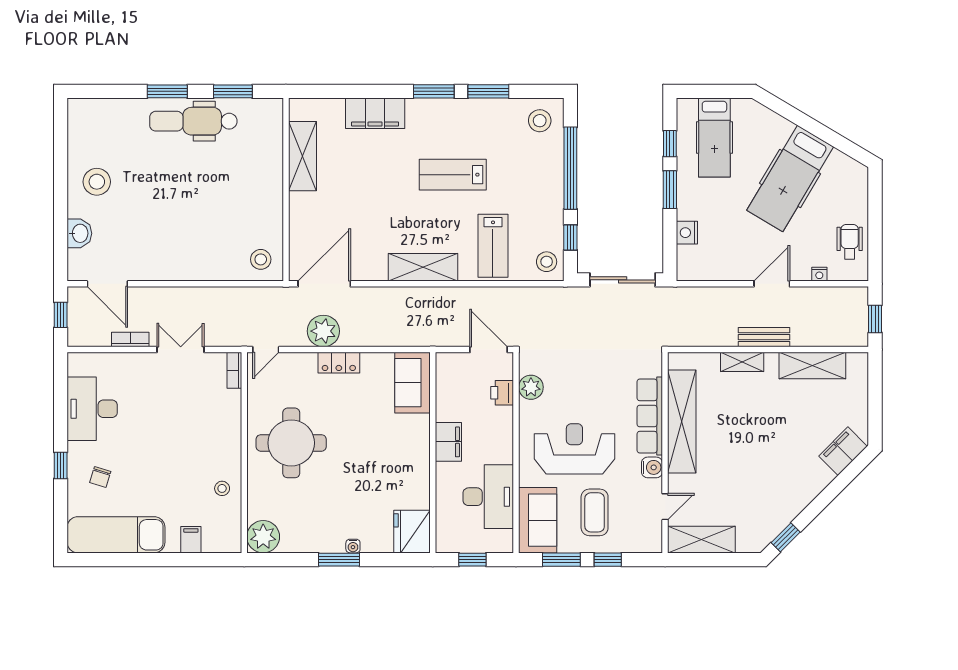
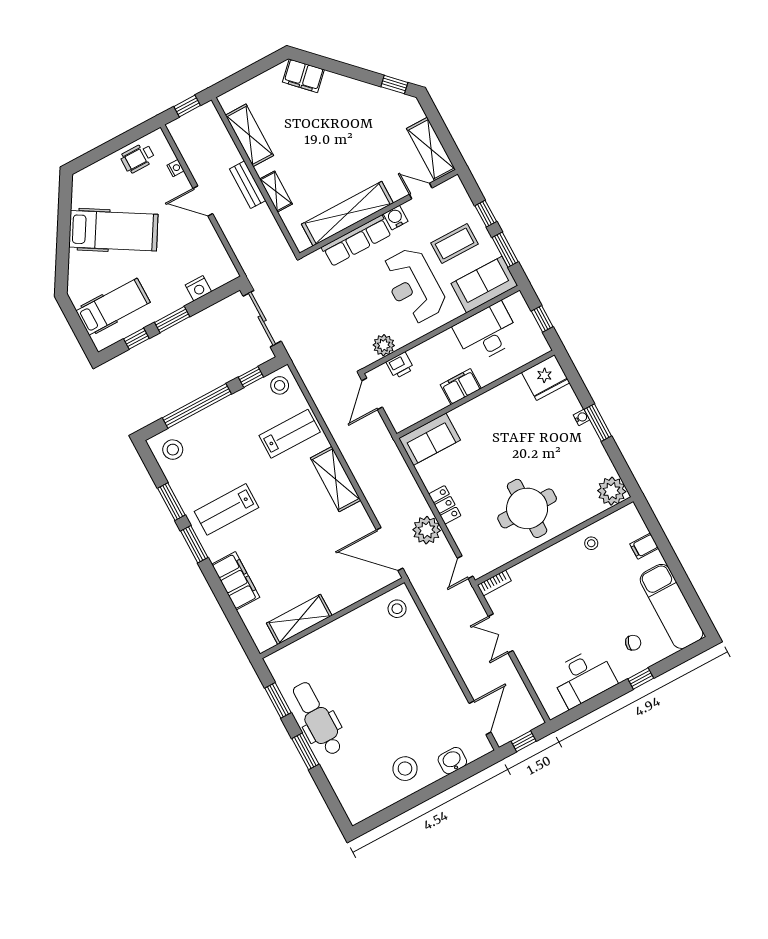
dental chair: (193, 121) -> (318, 719), turned 180
lab bench: (453, 175) -> (227, 509), moved, turned 90
bookcase: (130, 340) -> (514, 677), removed
door: (266, 350) -> (465, 567), swing flipped

